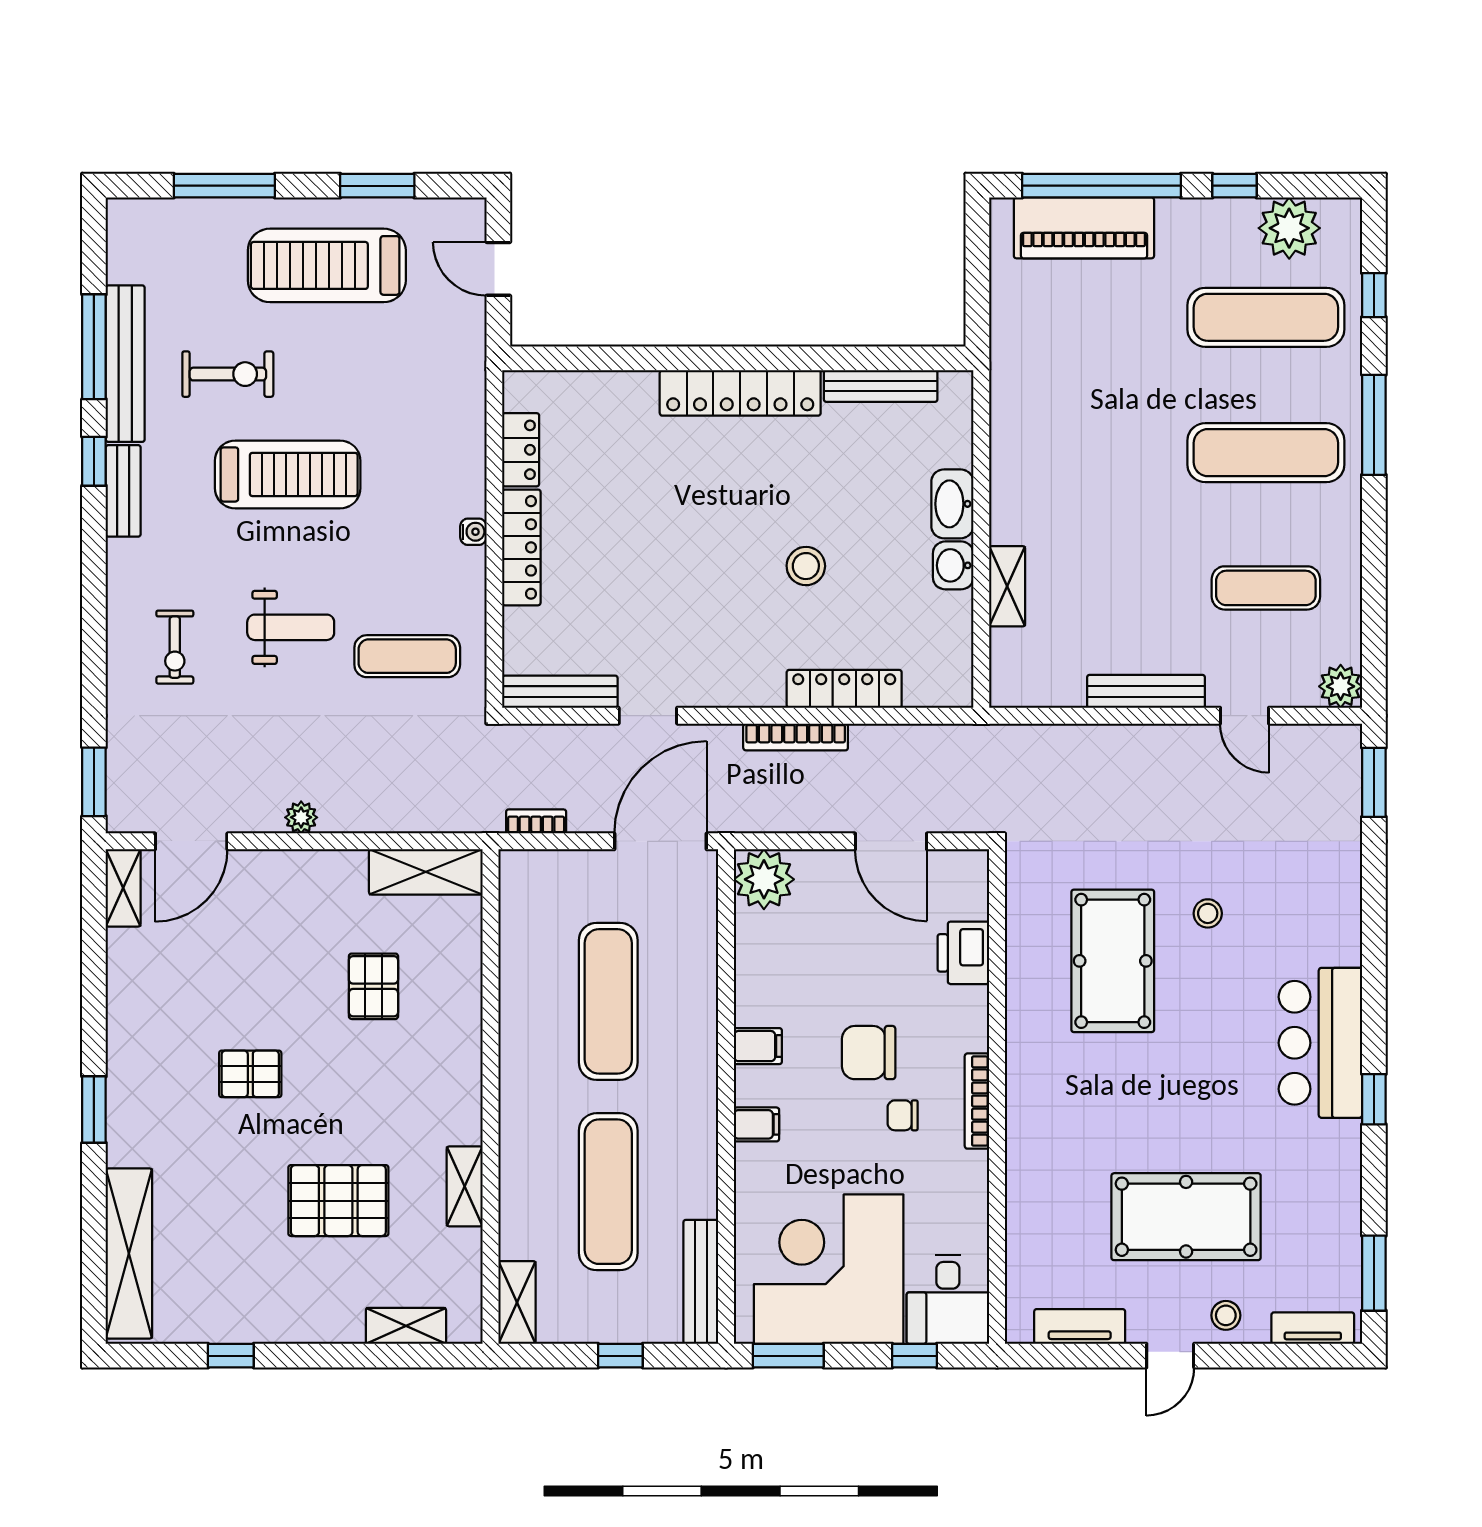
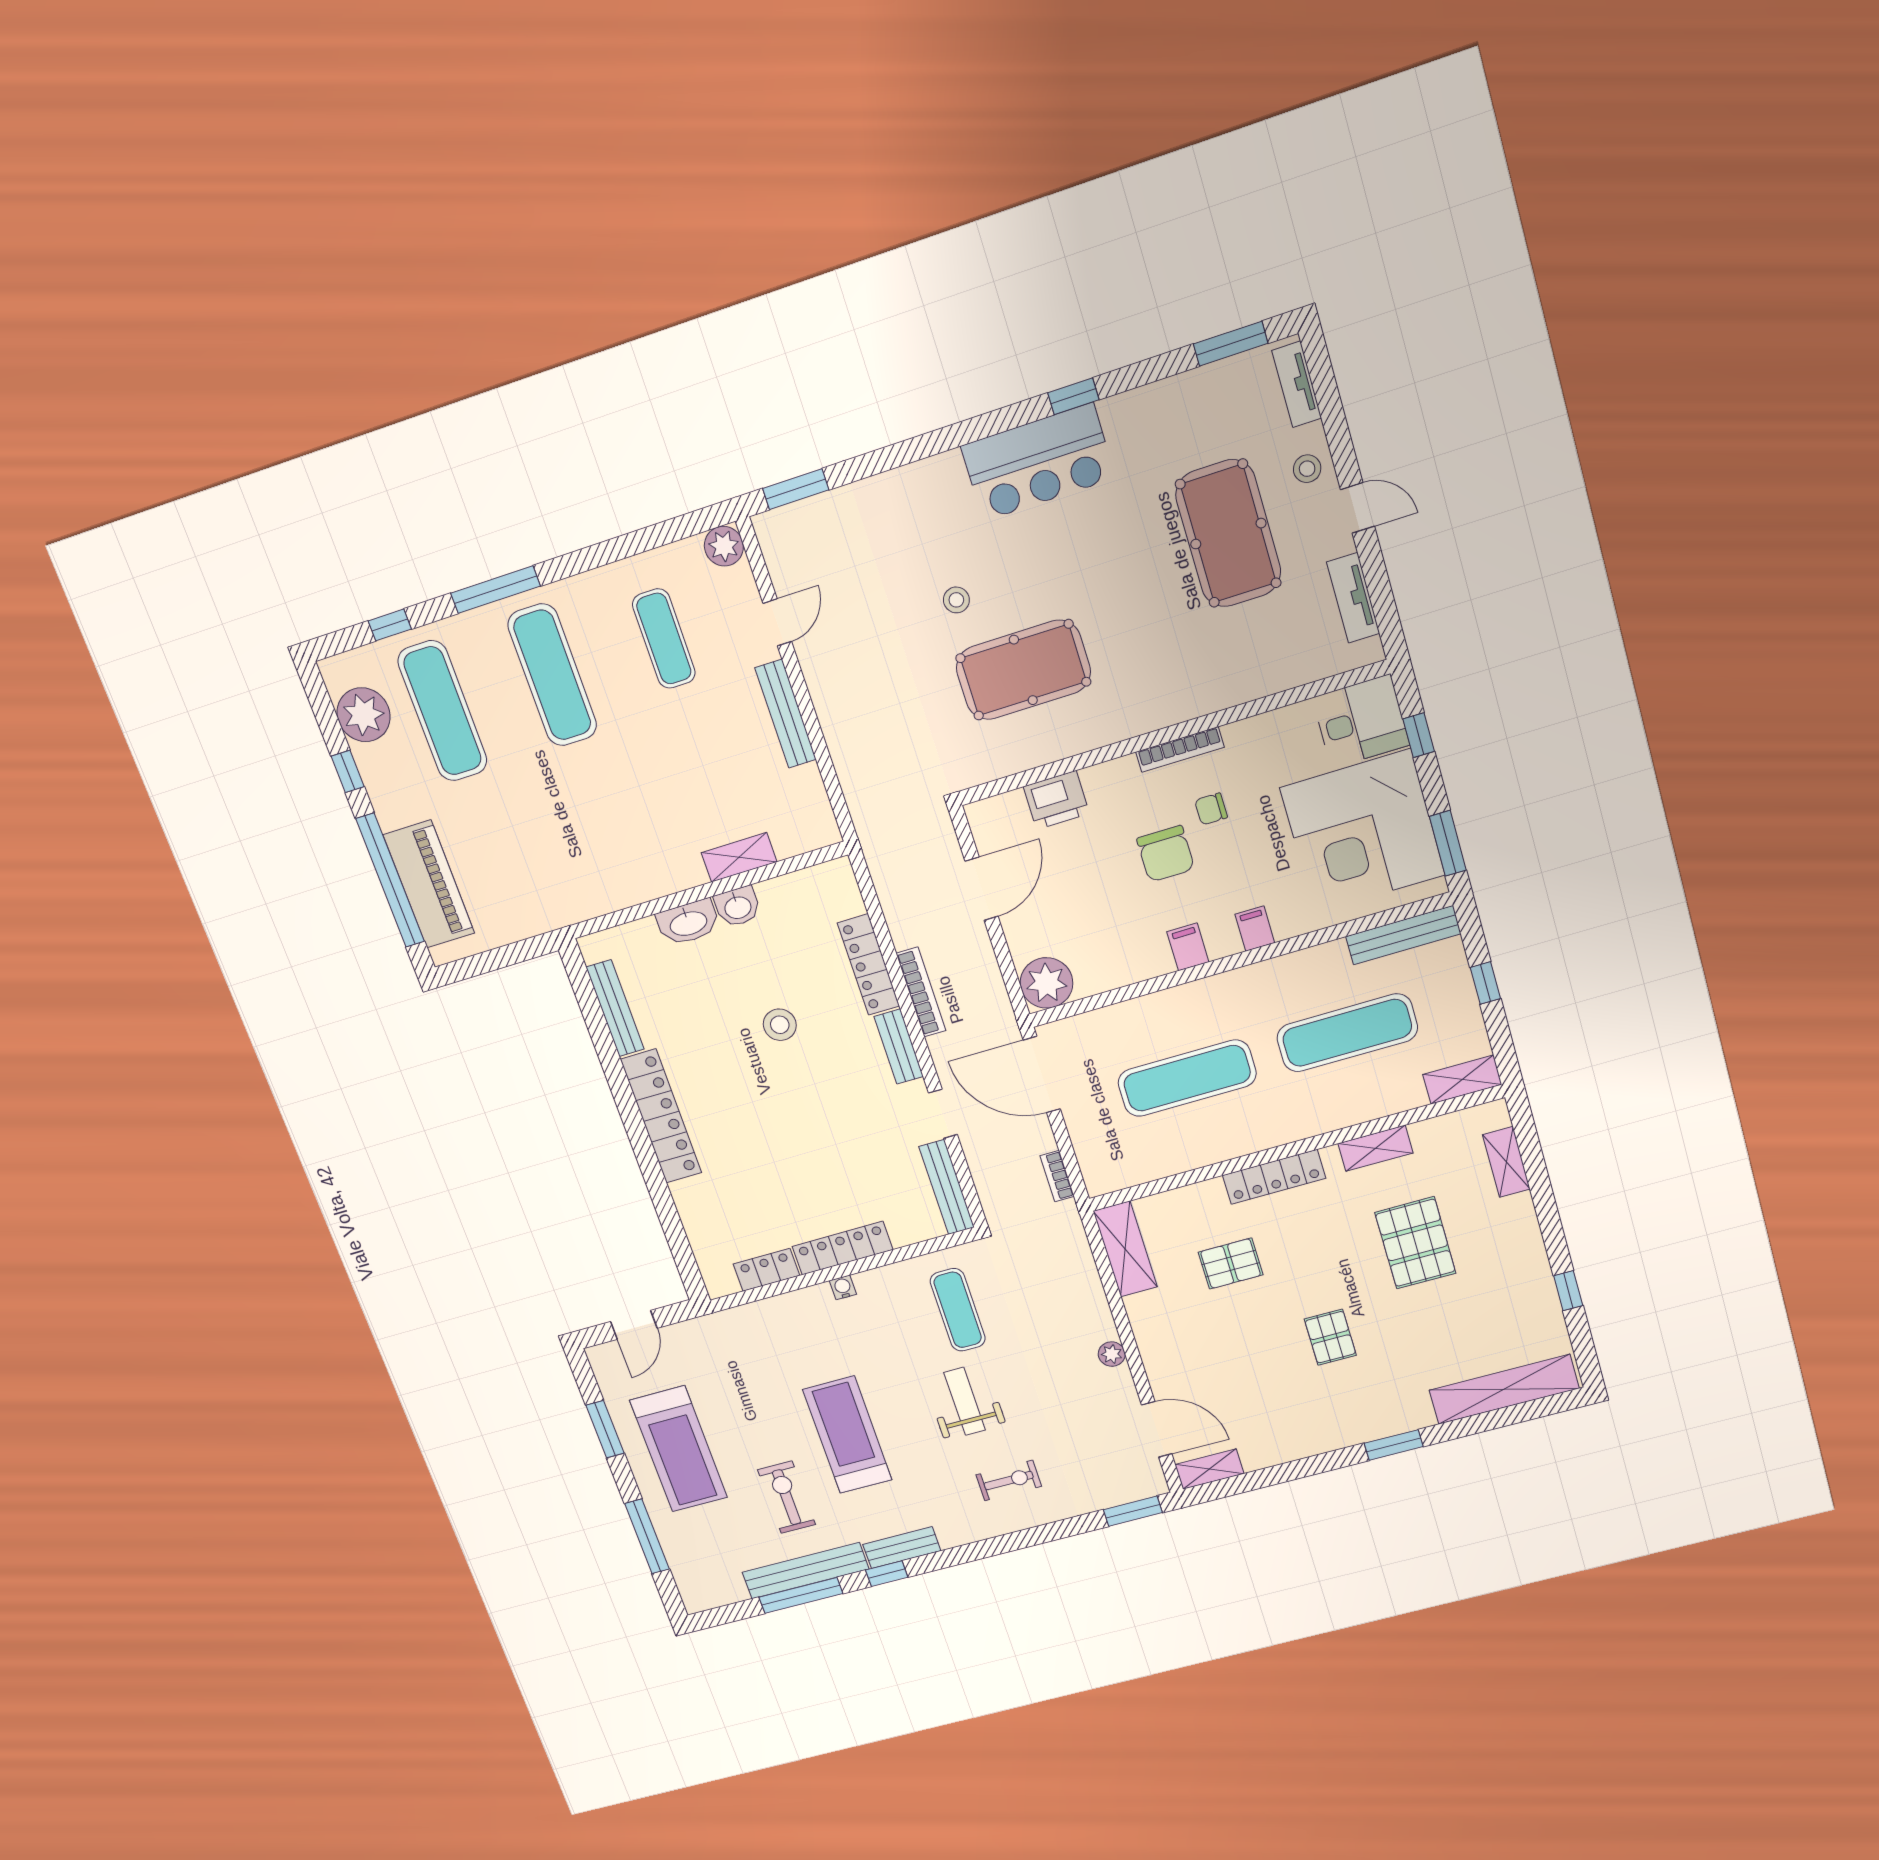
bench: (741, 691) -> (899, 1047), added
locker: (464, 1065) -> (1274, 1177), added
chair: (903, 1115) -> (1211, 809), turned 90

